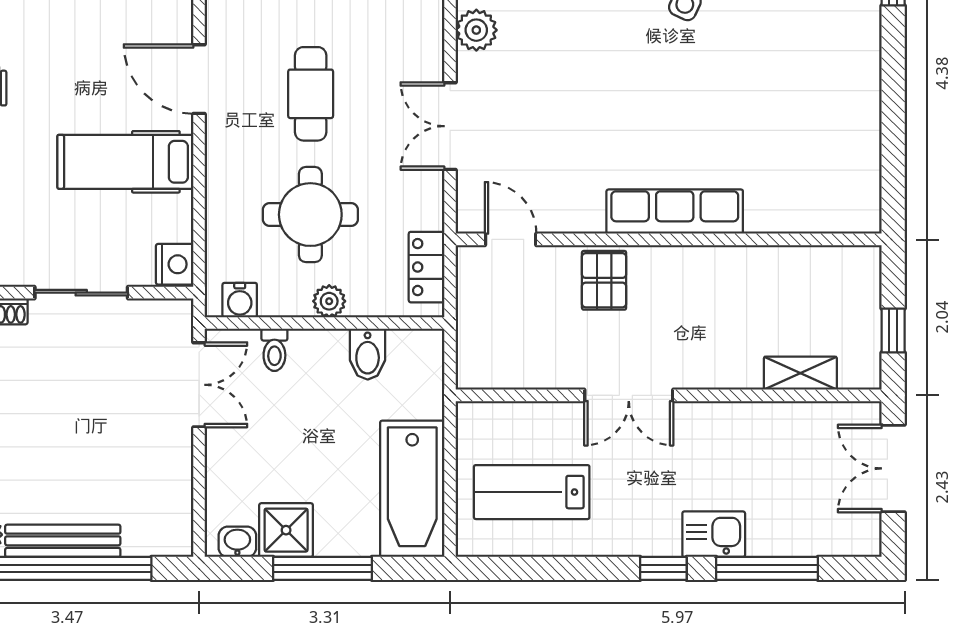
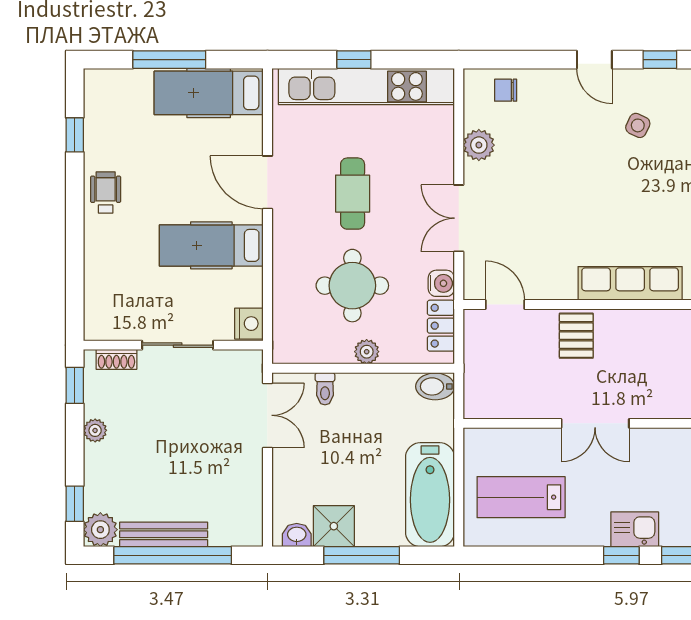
water cooler: (240, 300) -> (441, 283), moved, turned -90
bidet: (368, 354) -> (435, 386), moved, turned 90
kitchen sink: (714, 534) -> (635, 529), moved

